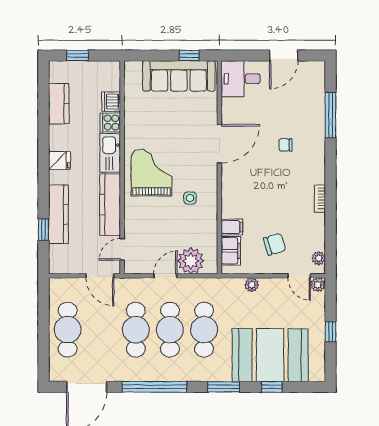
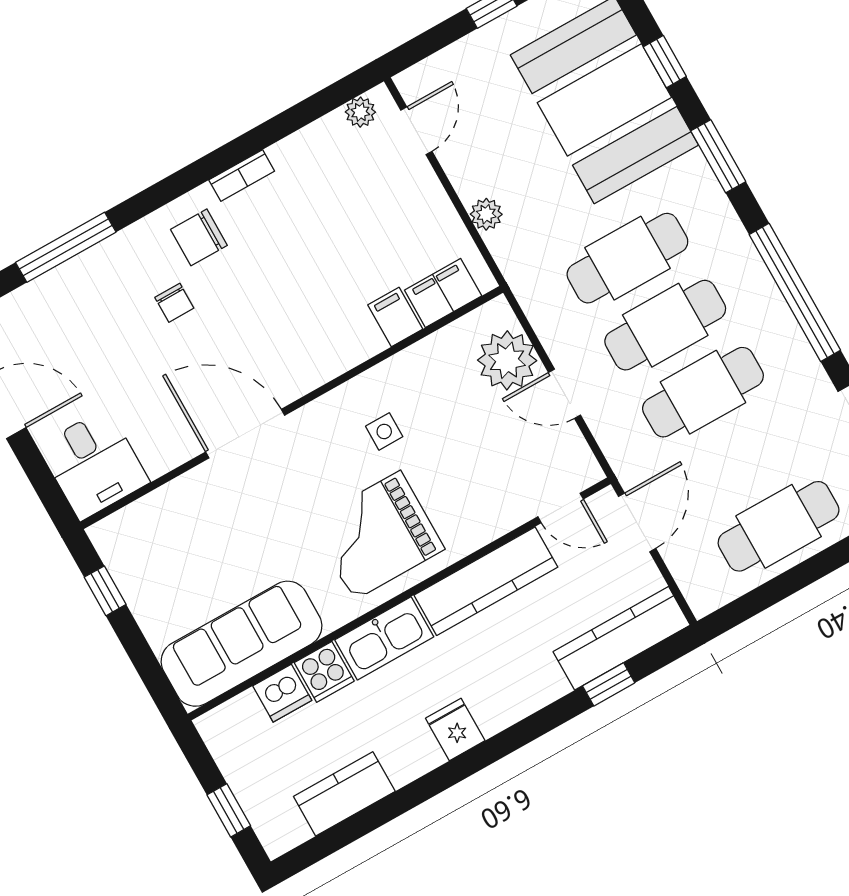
sofa: (179, 76) -> (241, 644), moved, turned -90
kitchen counter: (58, 214) -> (622, 638), moved
chair: (275, 244) -> (199, 237), moved, turned -73
plant: (318, 285) -> (413, 85), removed

